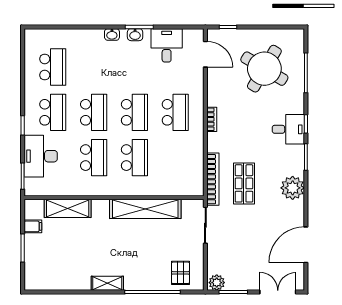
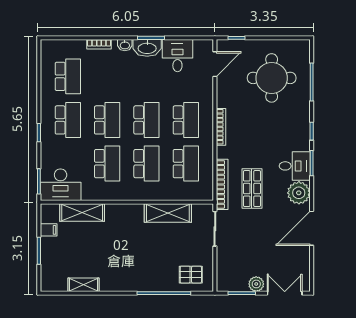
bookcase: (85, 34) -> (99, 44), added
washbasin: (135, 35) -> (147, 48), width x1.91, depth x1.45
door: (205, 54) -> (215, 64), hinge flipped
round table: (264, 69) -> (272, 78), turned -31
bookcase: (212, 119) -> (221, 127), width x1.56
desk: (288, 129) -> (295, 166), moved
desk: (41, 156) -> (61, 185), moved, turned -90
school desk: (175, 158) -> (186, 164), added
shelving: (145, 209) -> (168, 213), width x0.68
door: (306, 245) -> (312, 228), moved
pallet: (180, 273) -> (191, 275), turned 90
shelving: (107, 283) -> (83, 285), moved
plant: (217, 283) -> (256, 284), moved

